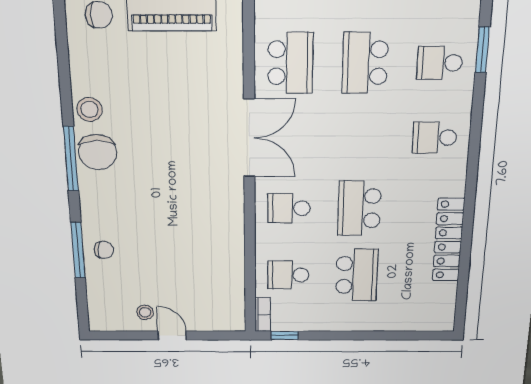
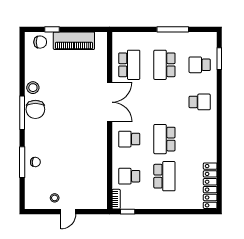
school desk: (435, 138) -> (200, 102), turned 180
locker: (448, 240) -> (210, 186), moved
door: (172, 335) -> (68, 212), swing flipped

